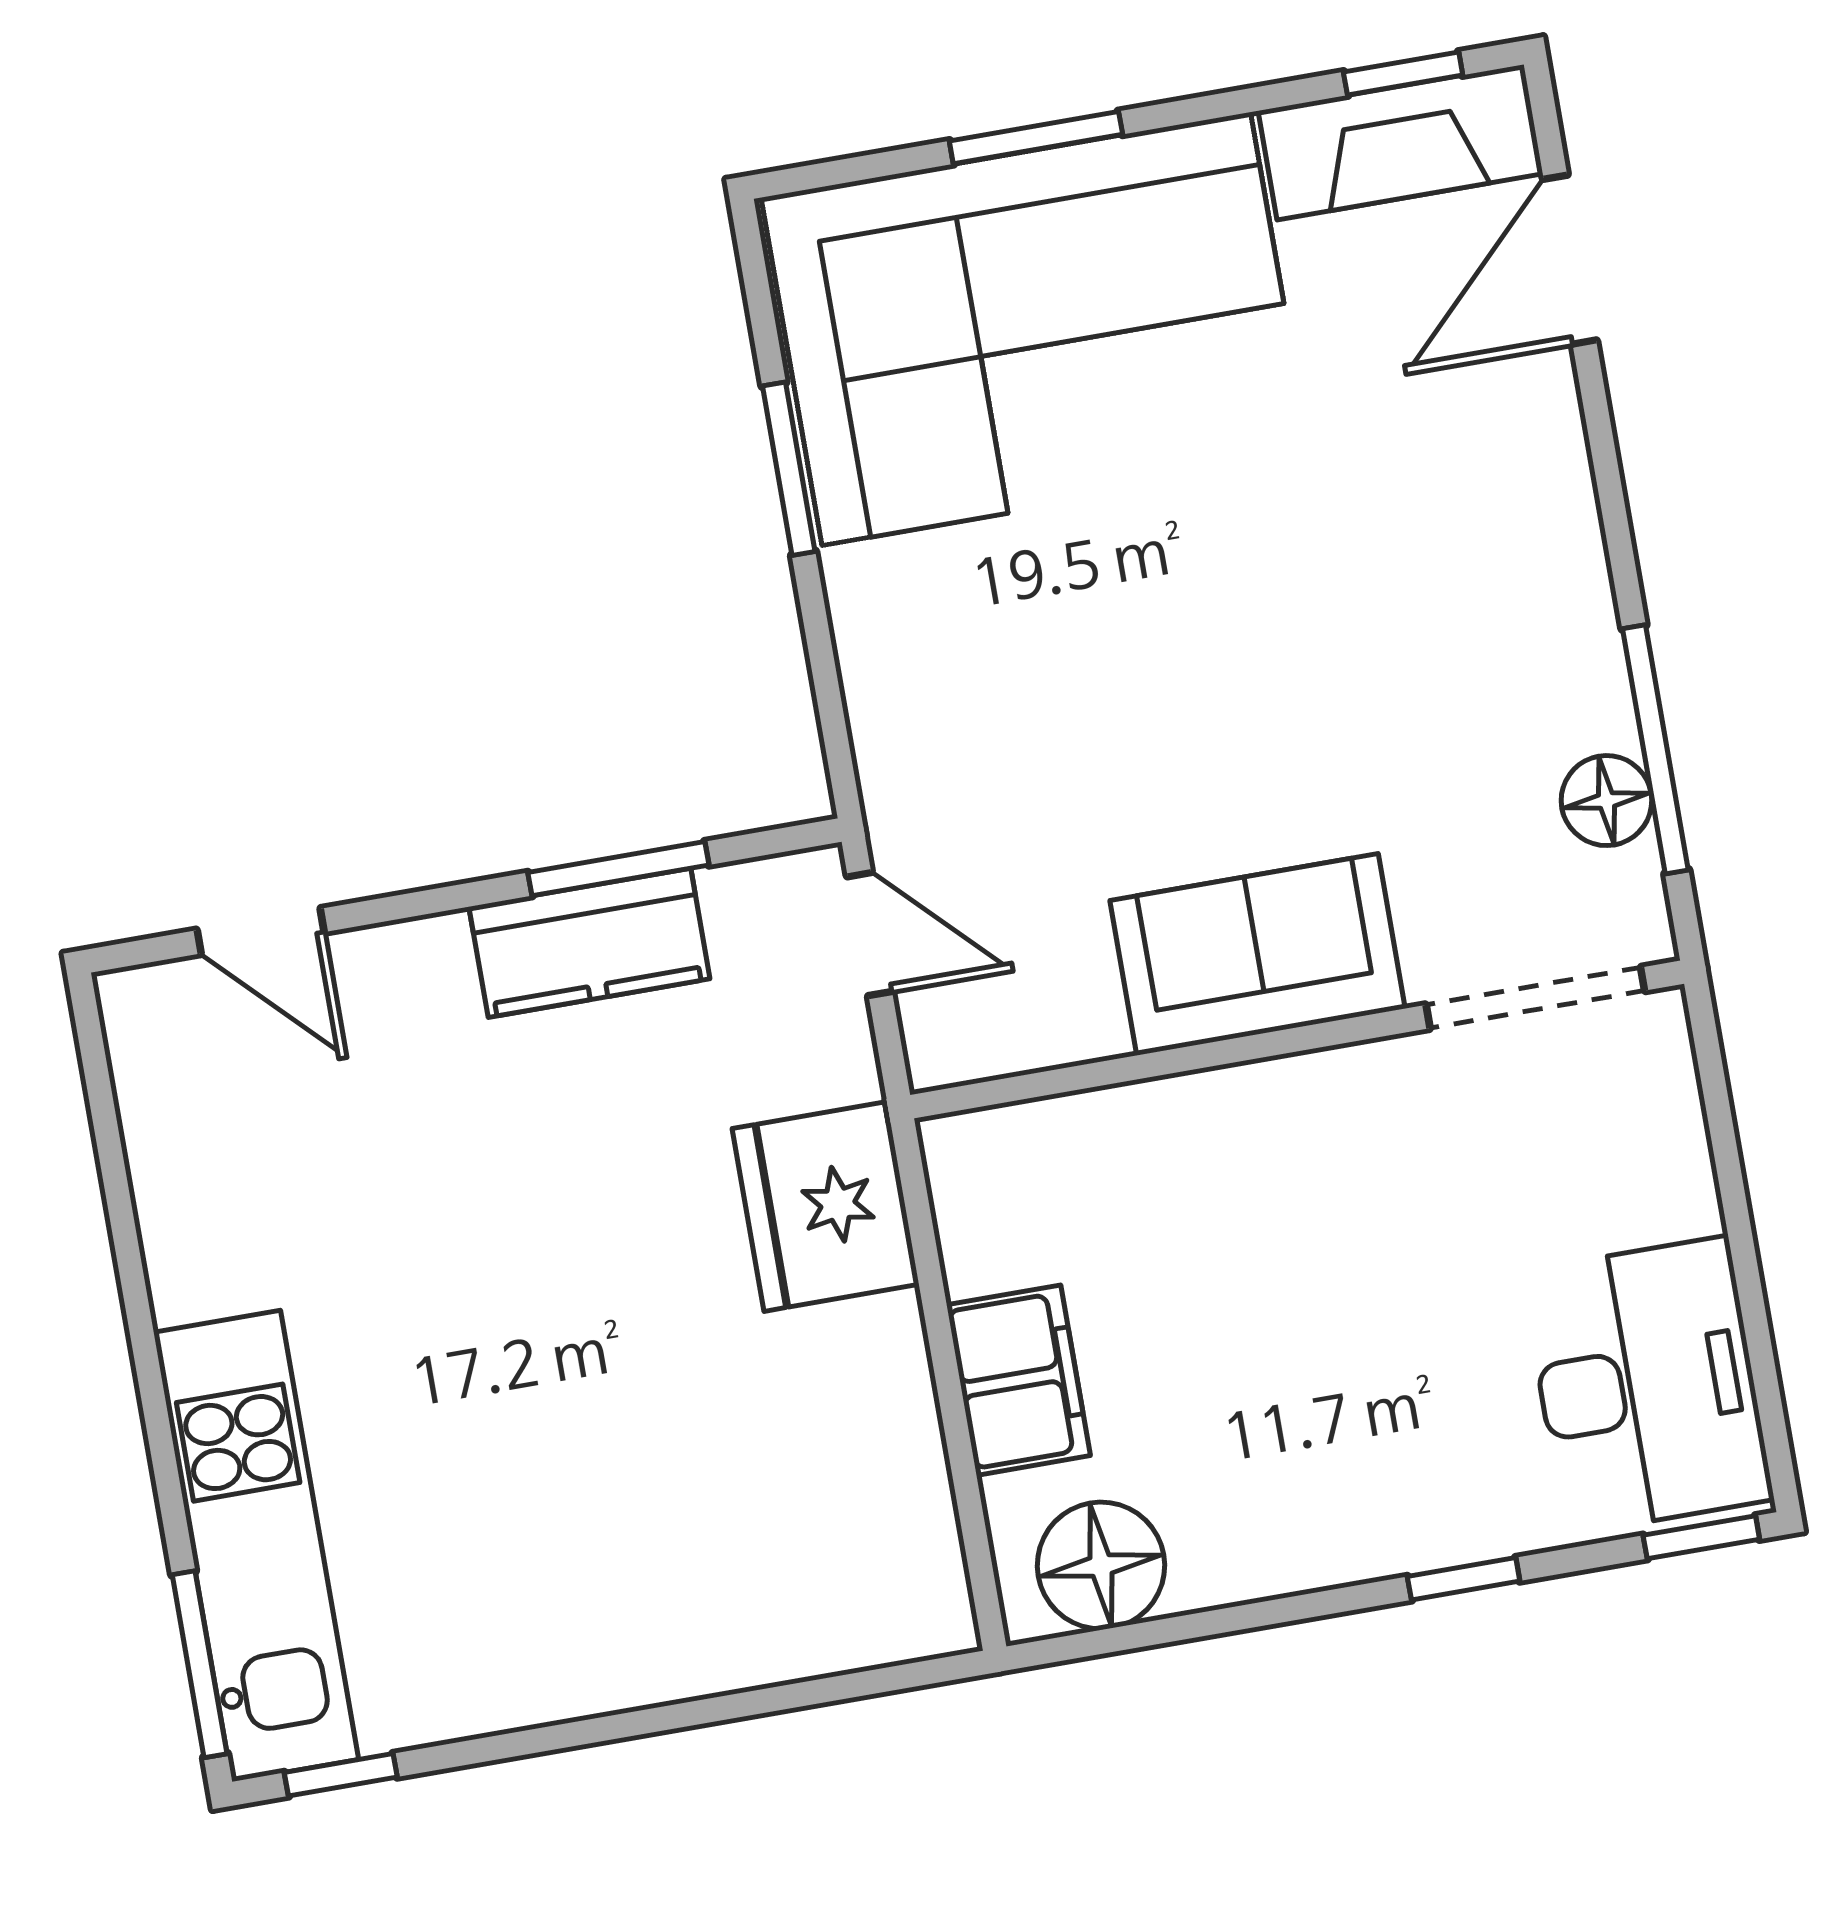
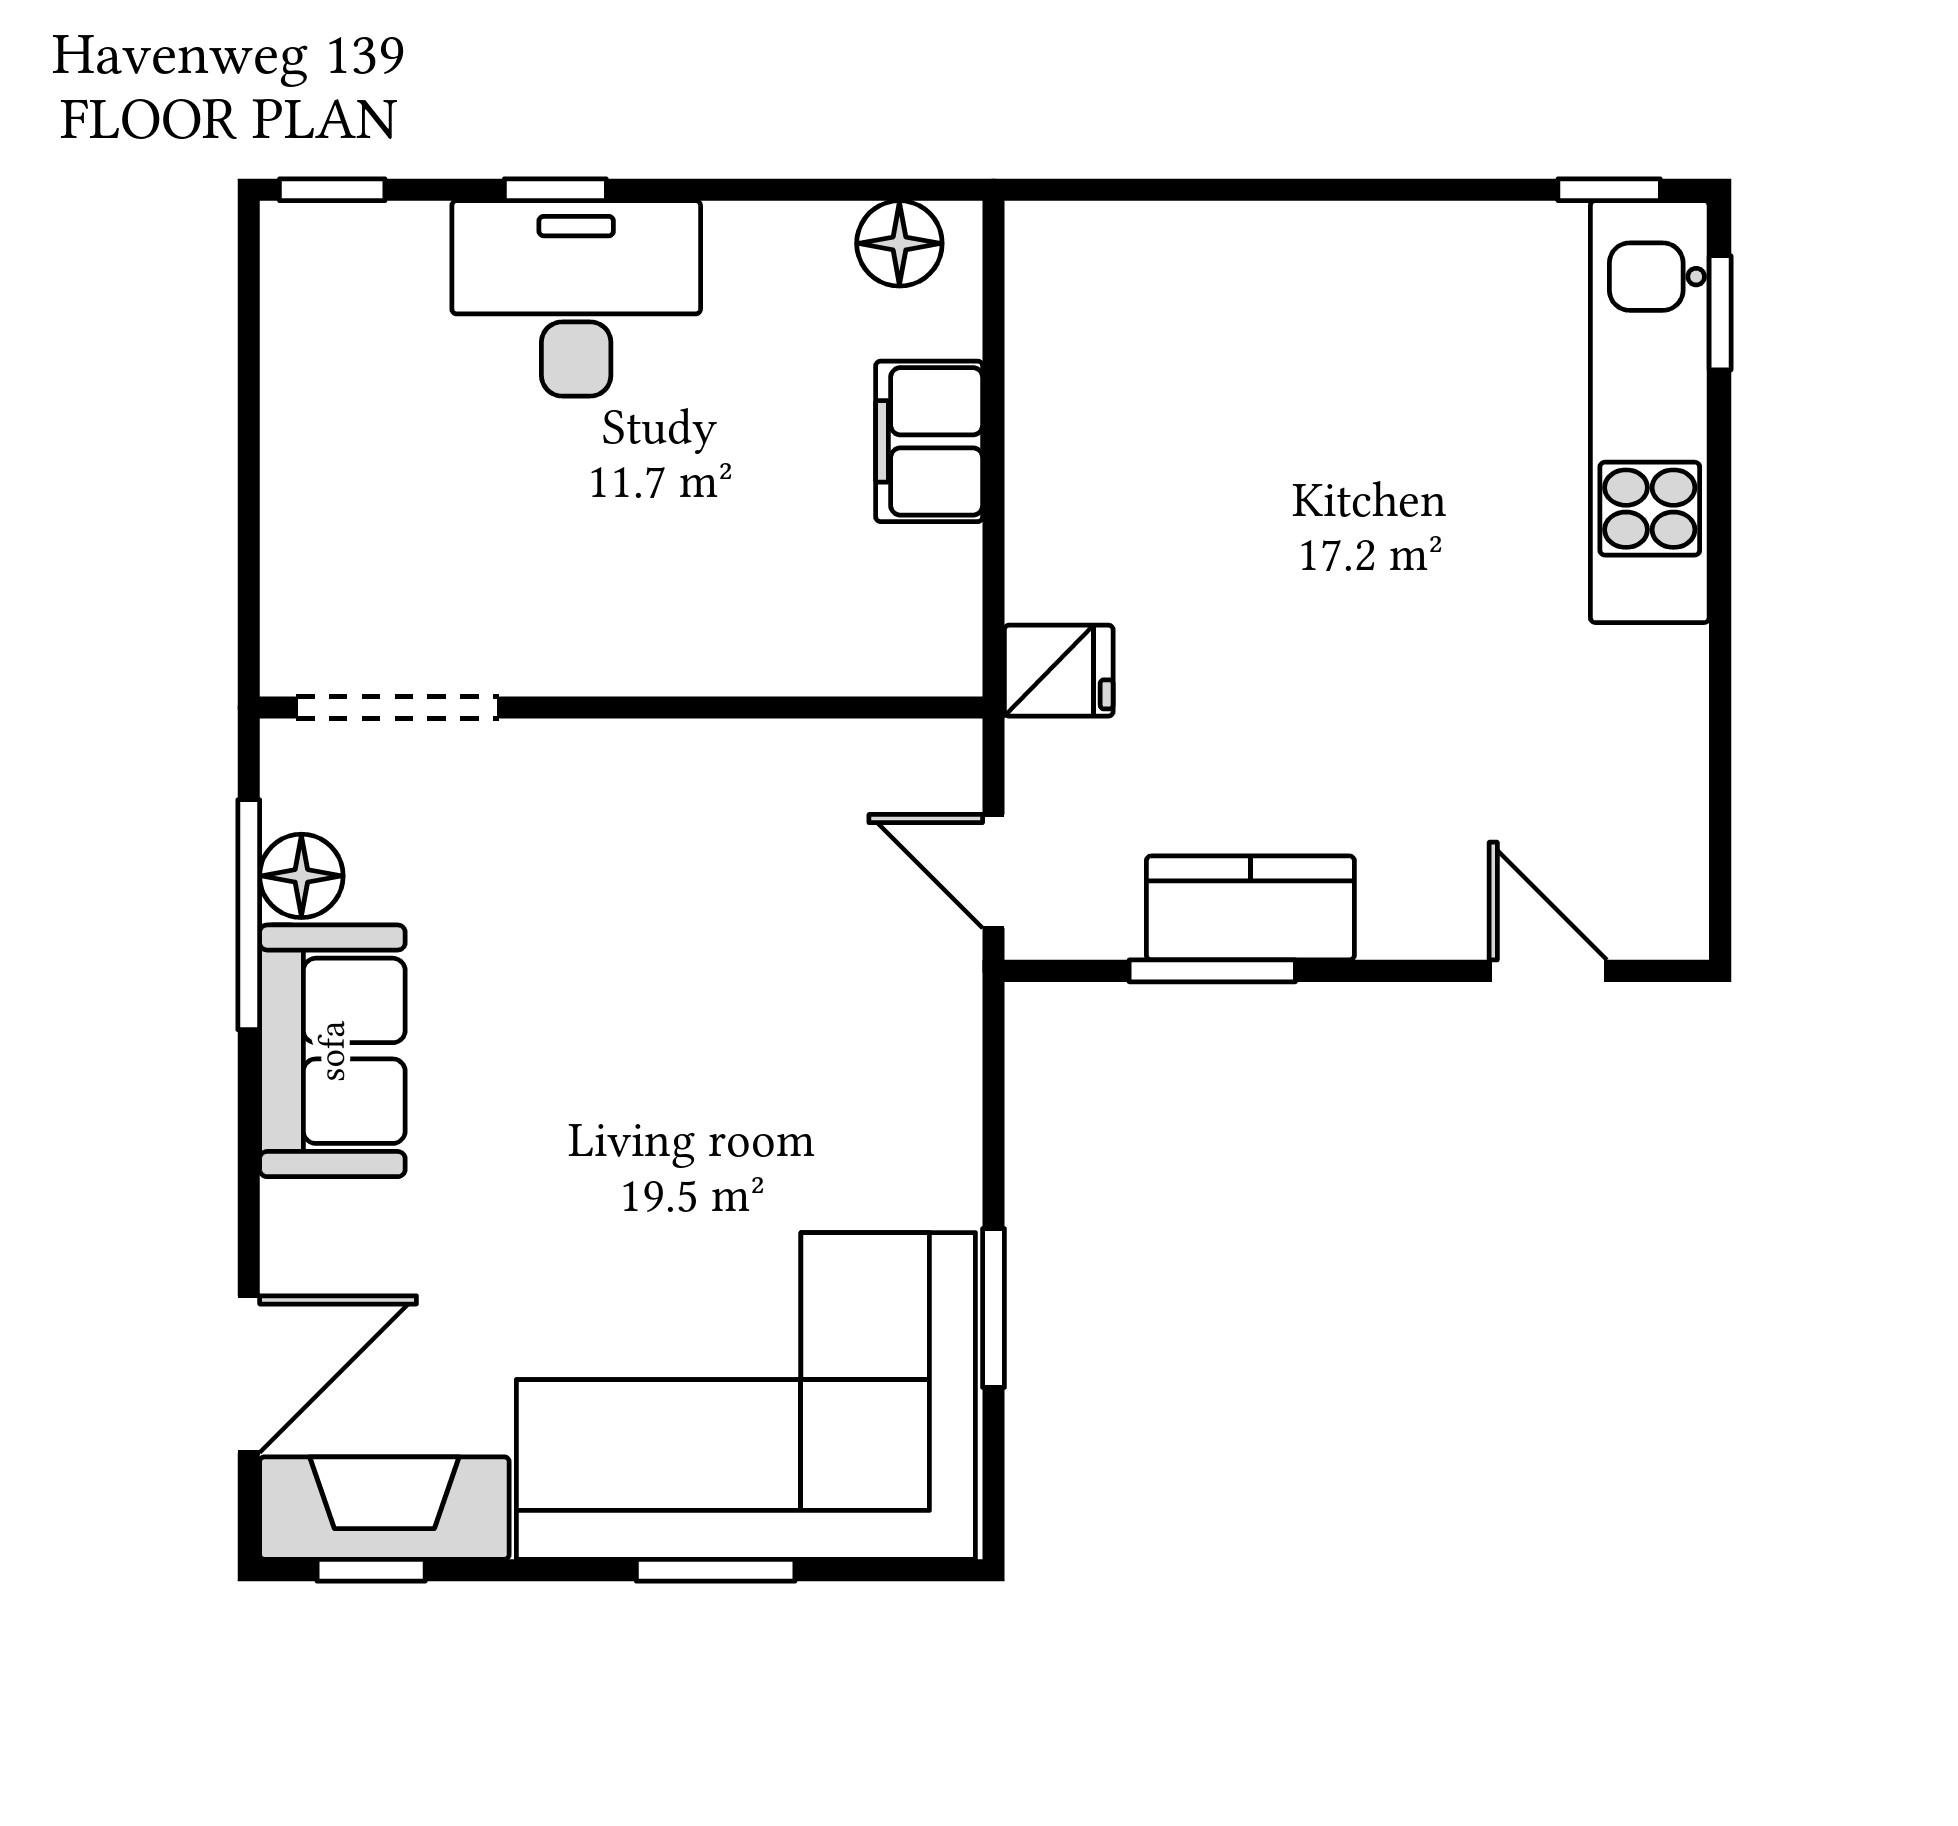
sofa: (1258, 954) -> (332, 1051), moved, turned -90
fridge: (826, 1206) -> (1059, 671), width x0.53, depth x0.75
desk: (1647, 1385) -> (576, 298), moved, turned 90
floor lamp: (1101, 1566) -> (899, 243), width x0.73, depth x0.73
window: (200, 1664) -> (1720, 313), width x0.67

